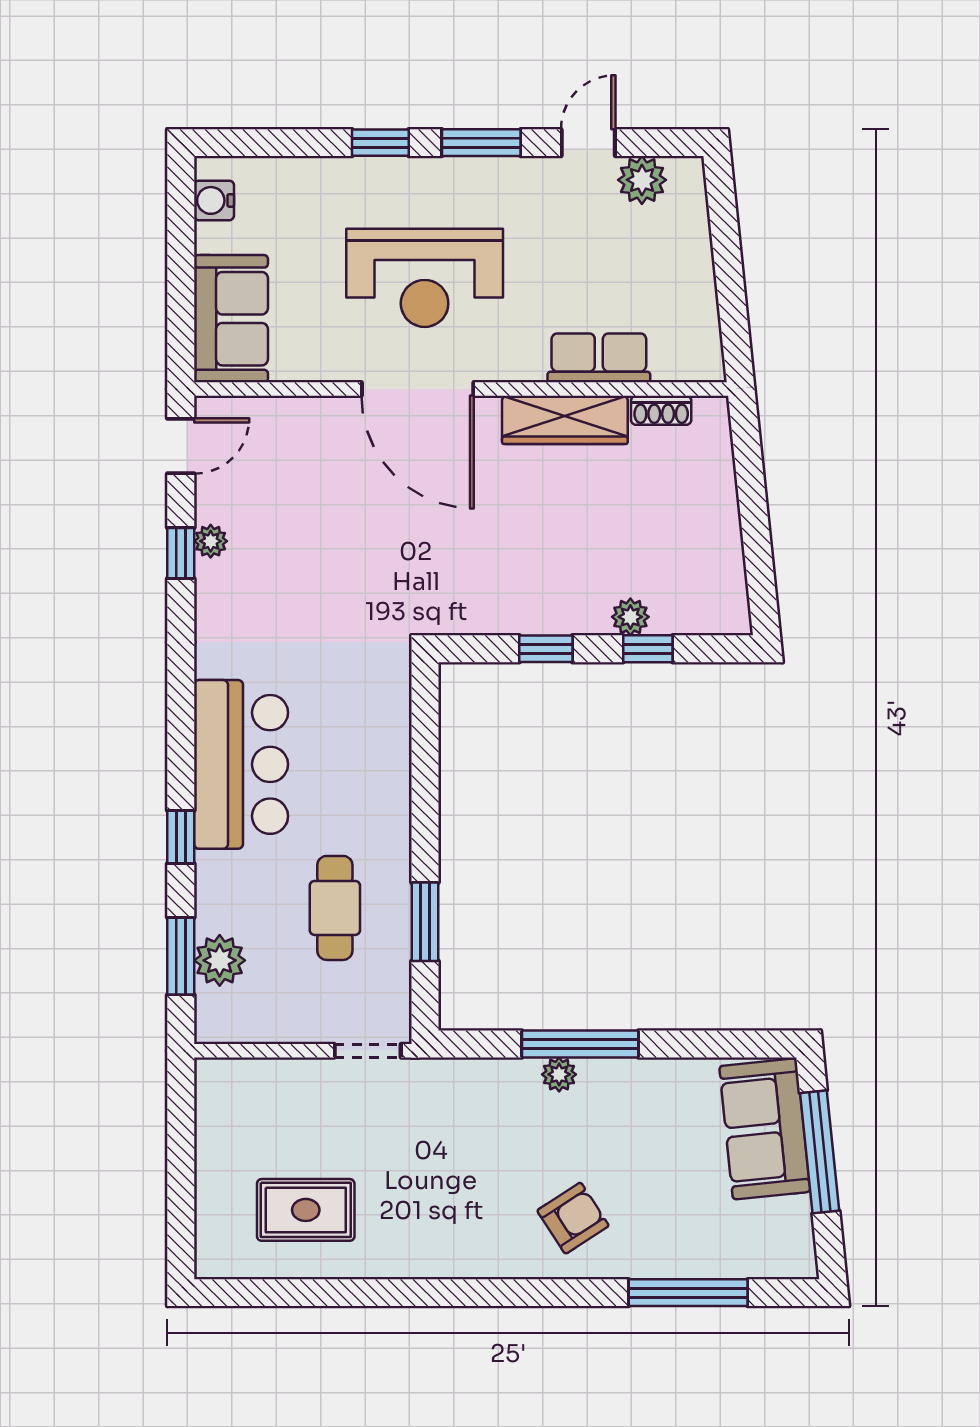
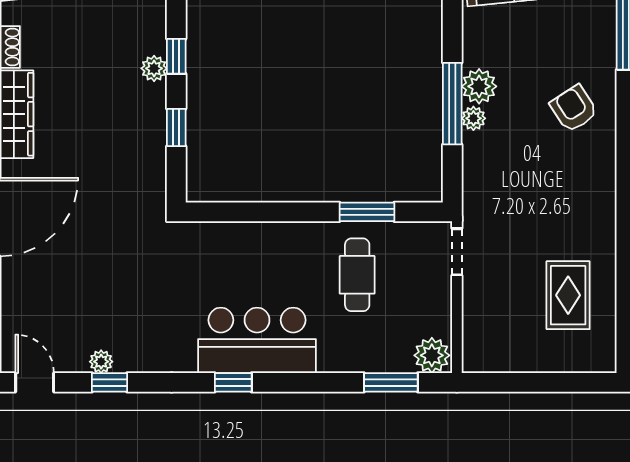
window: (181, 837) -> (233, 382), moved
cafe table: (335, 908) -> (357, 275), turned 90
plant: (220, 960) -> (432, 355), moved
plant: (605, 1082) -> (479, 86), added

